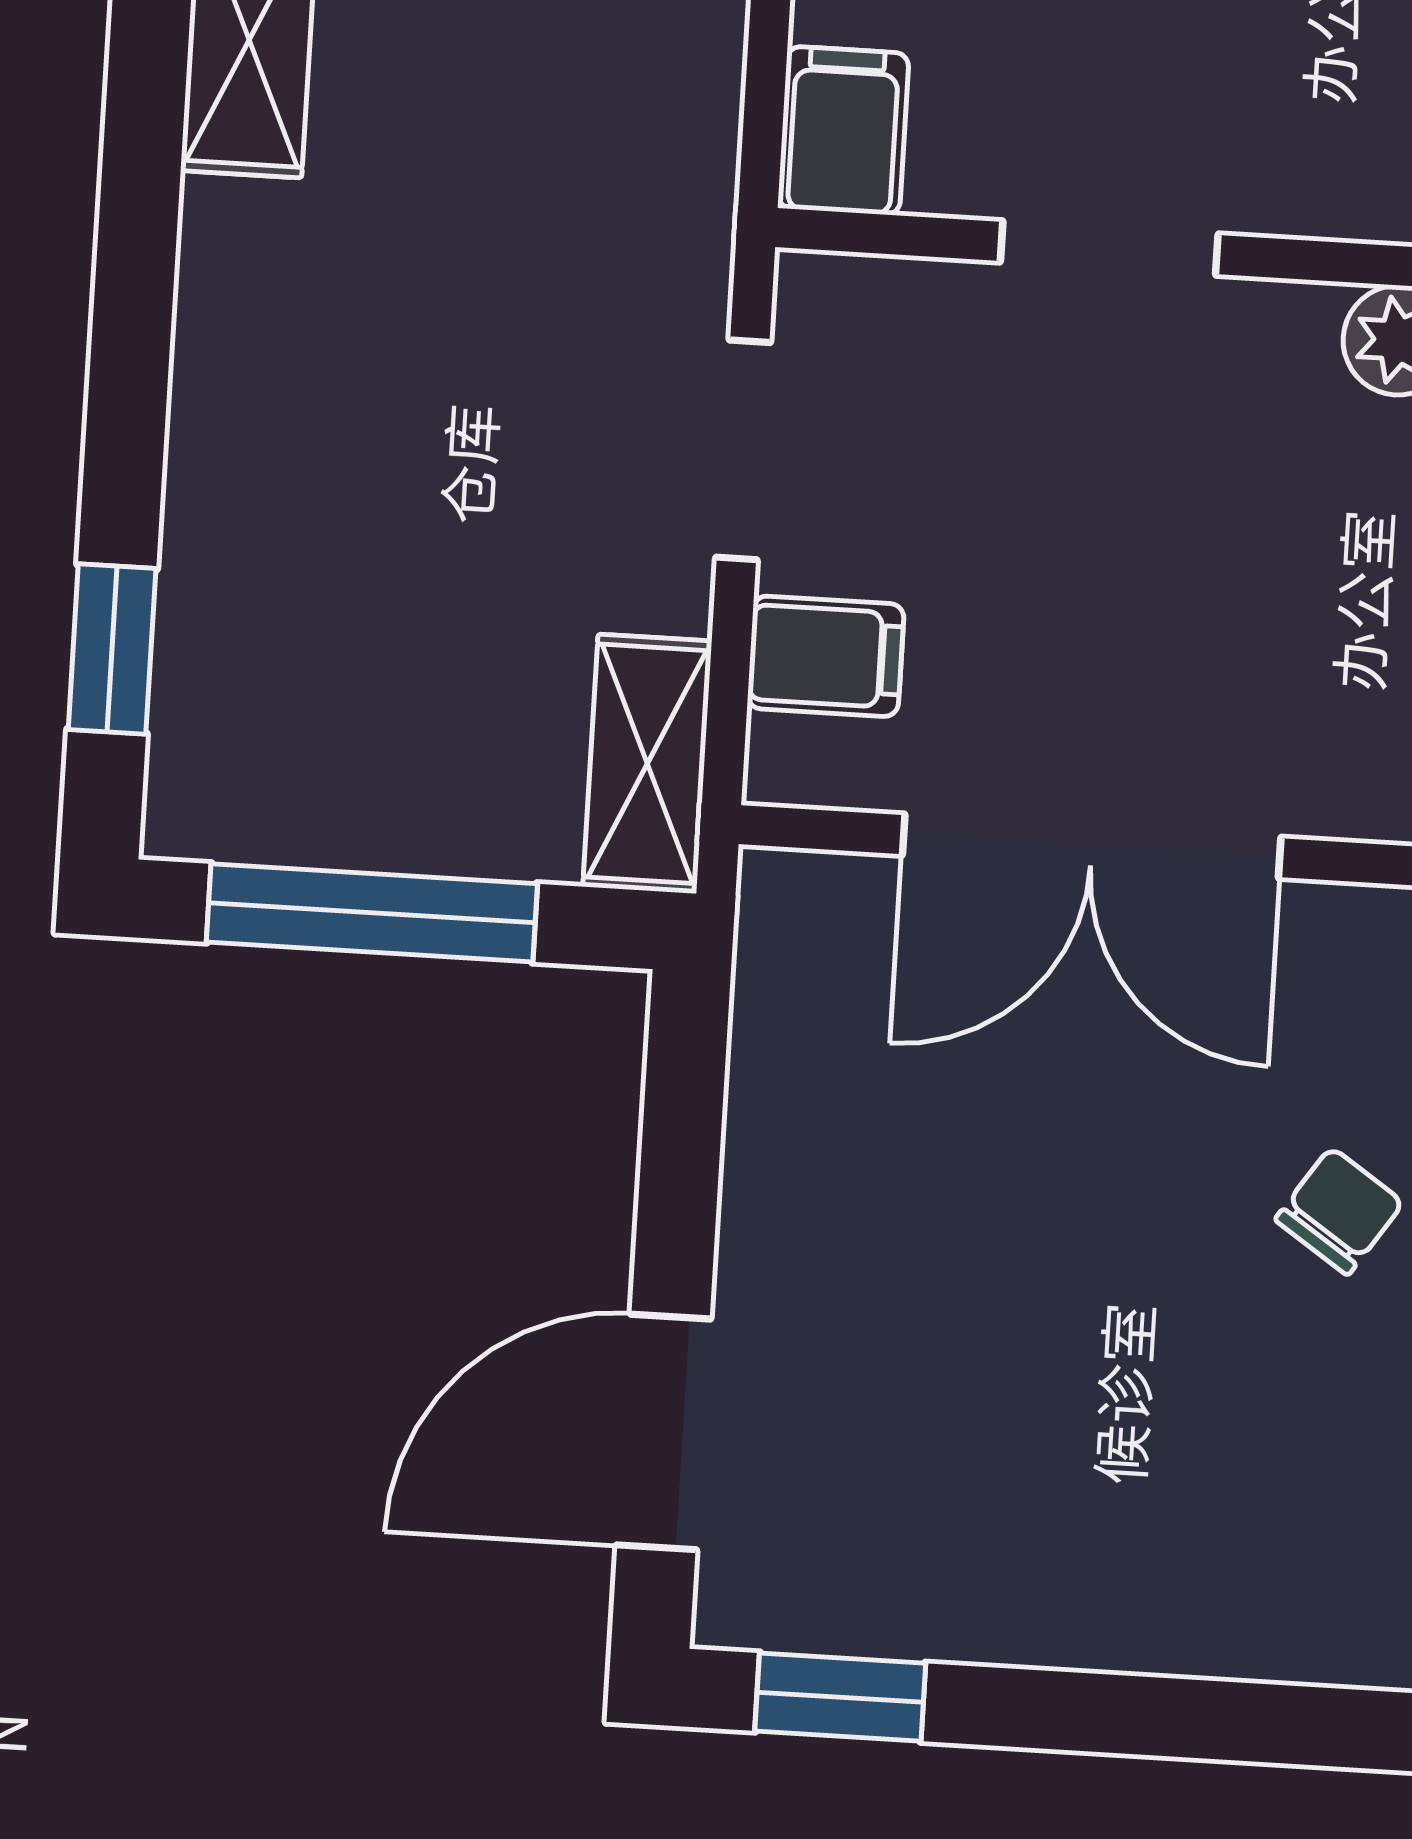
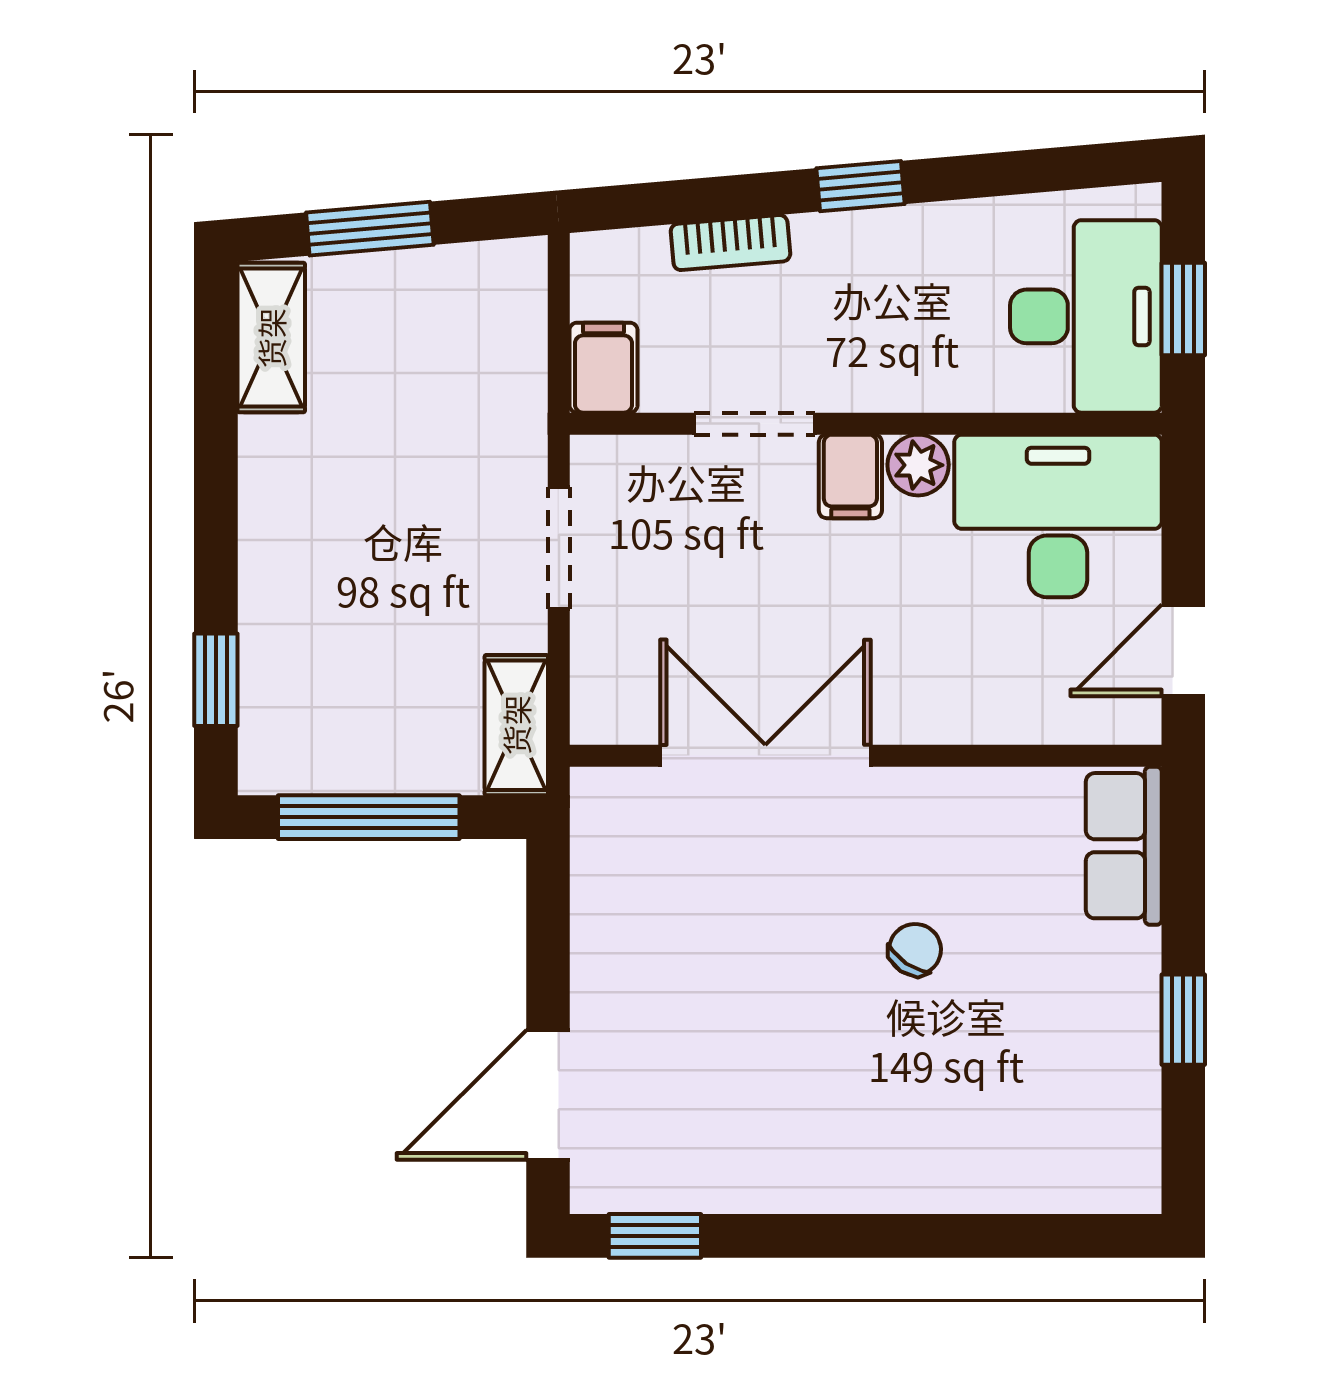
filing cabinet: (826, 656) -> (850, 476), moved, turned 90
double door: (1092, 846) -> (765, 756), swing flipped

